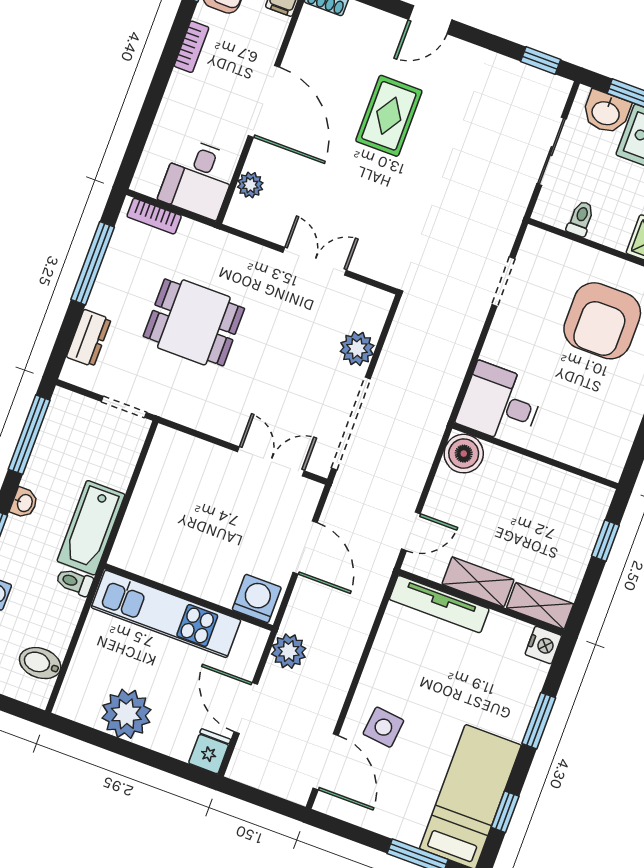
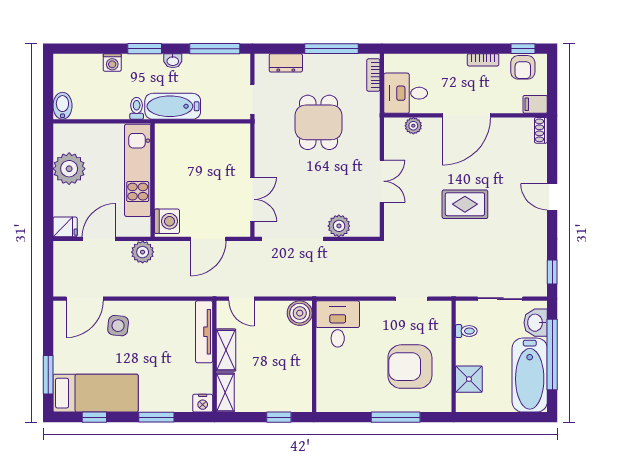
rug: (389, 116) -> (465, 204), moved
bidet: (40, 663) -> (62, 106), moved

